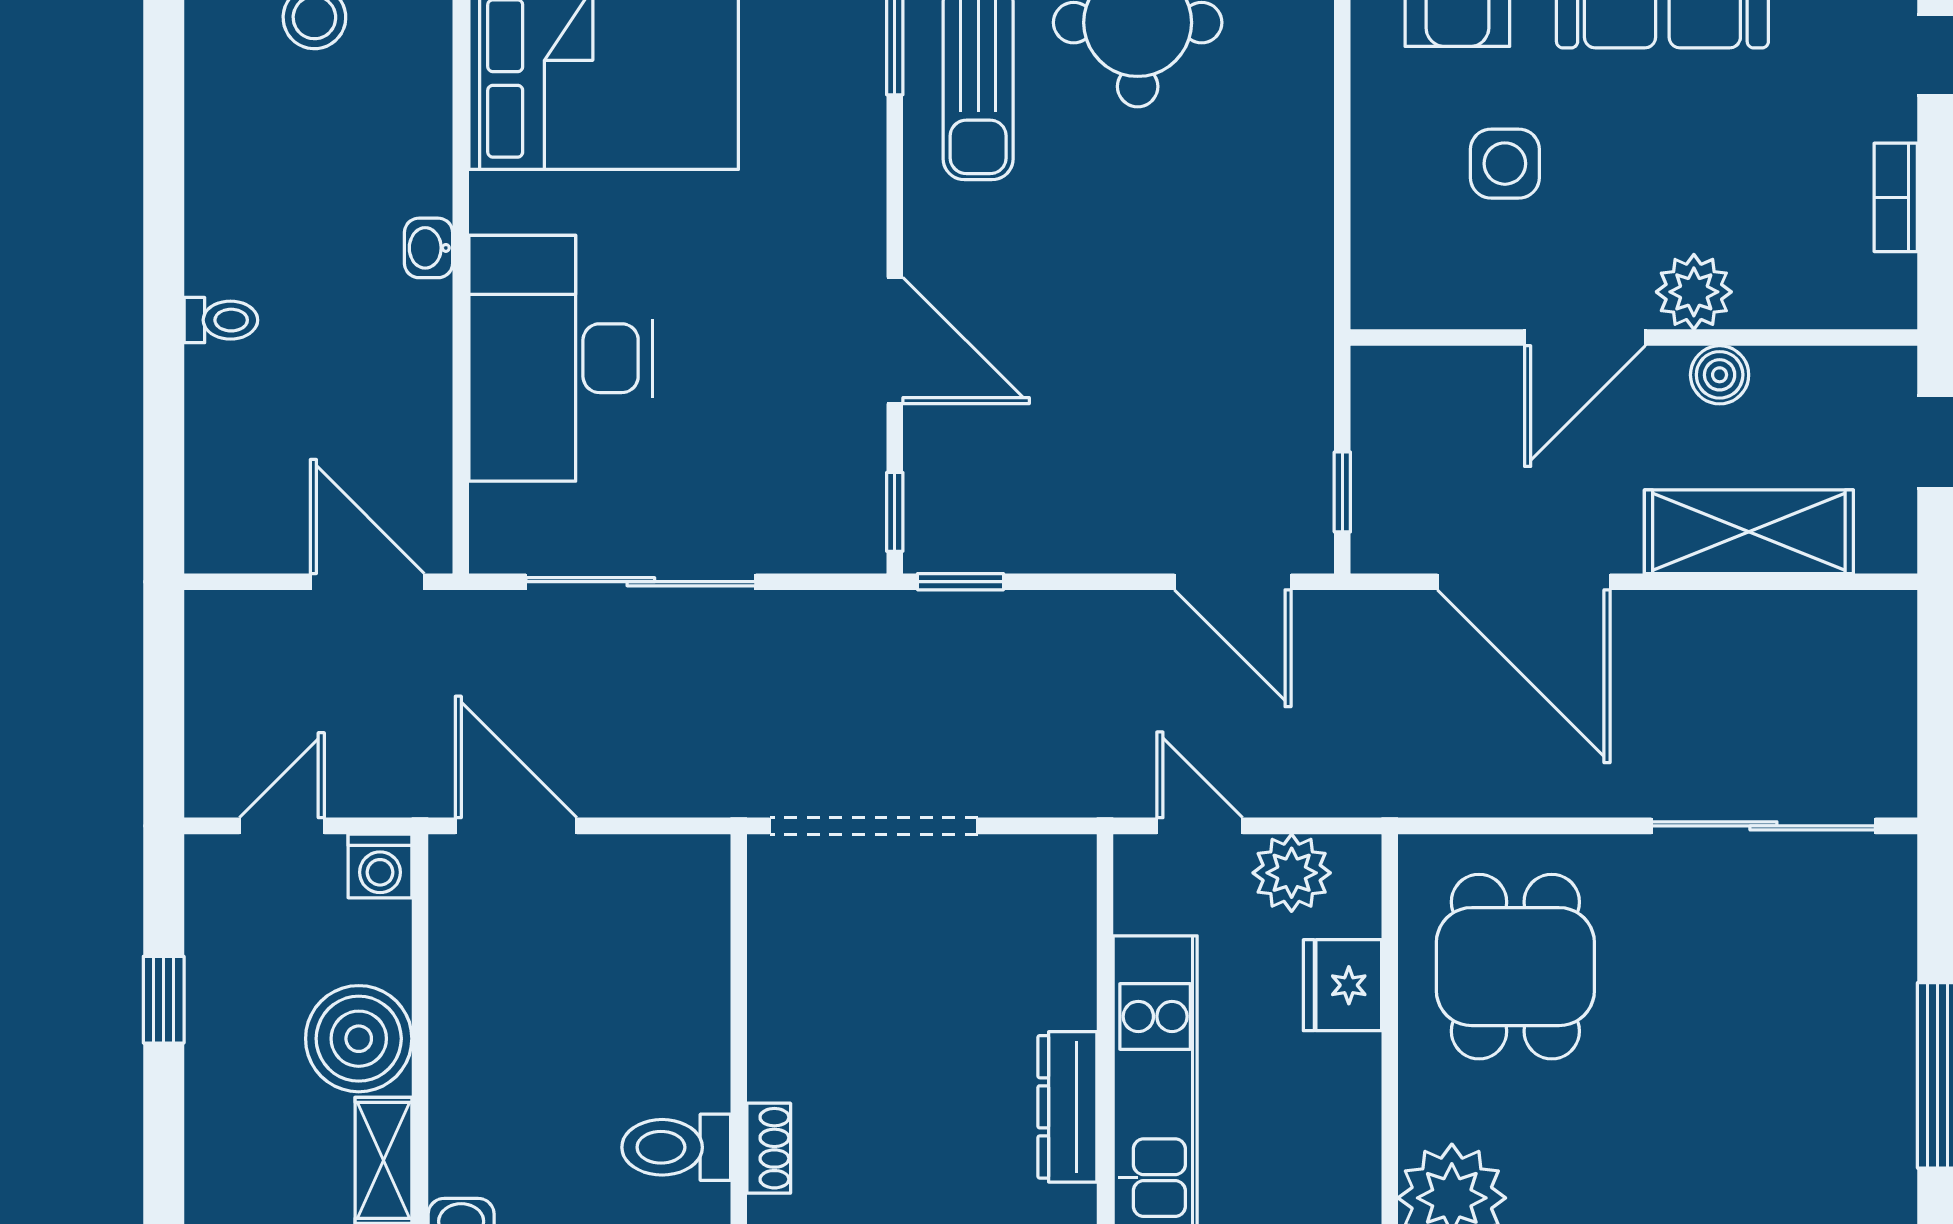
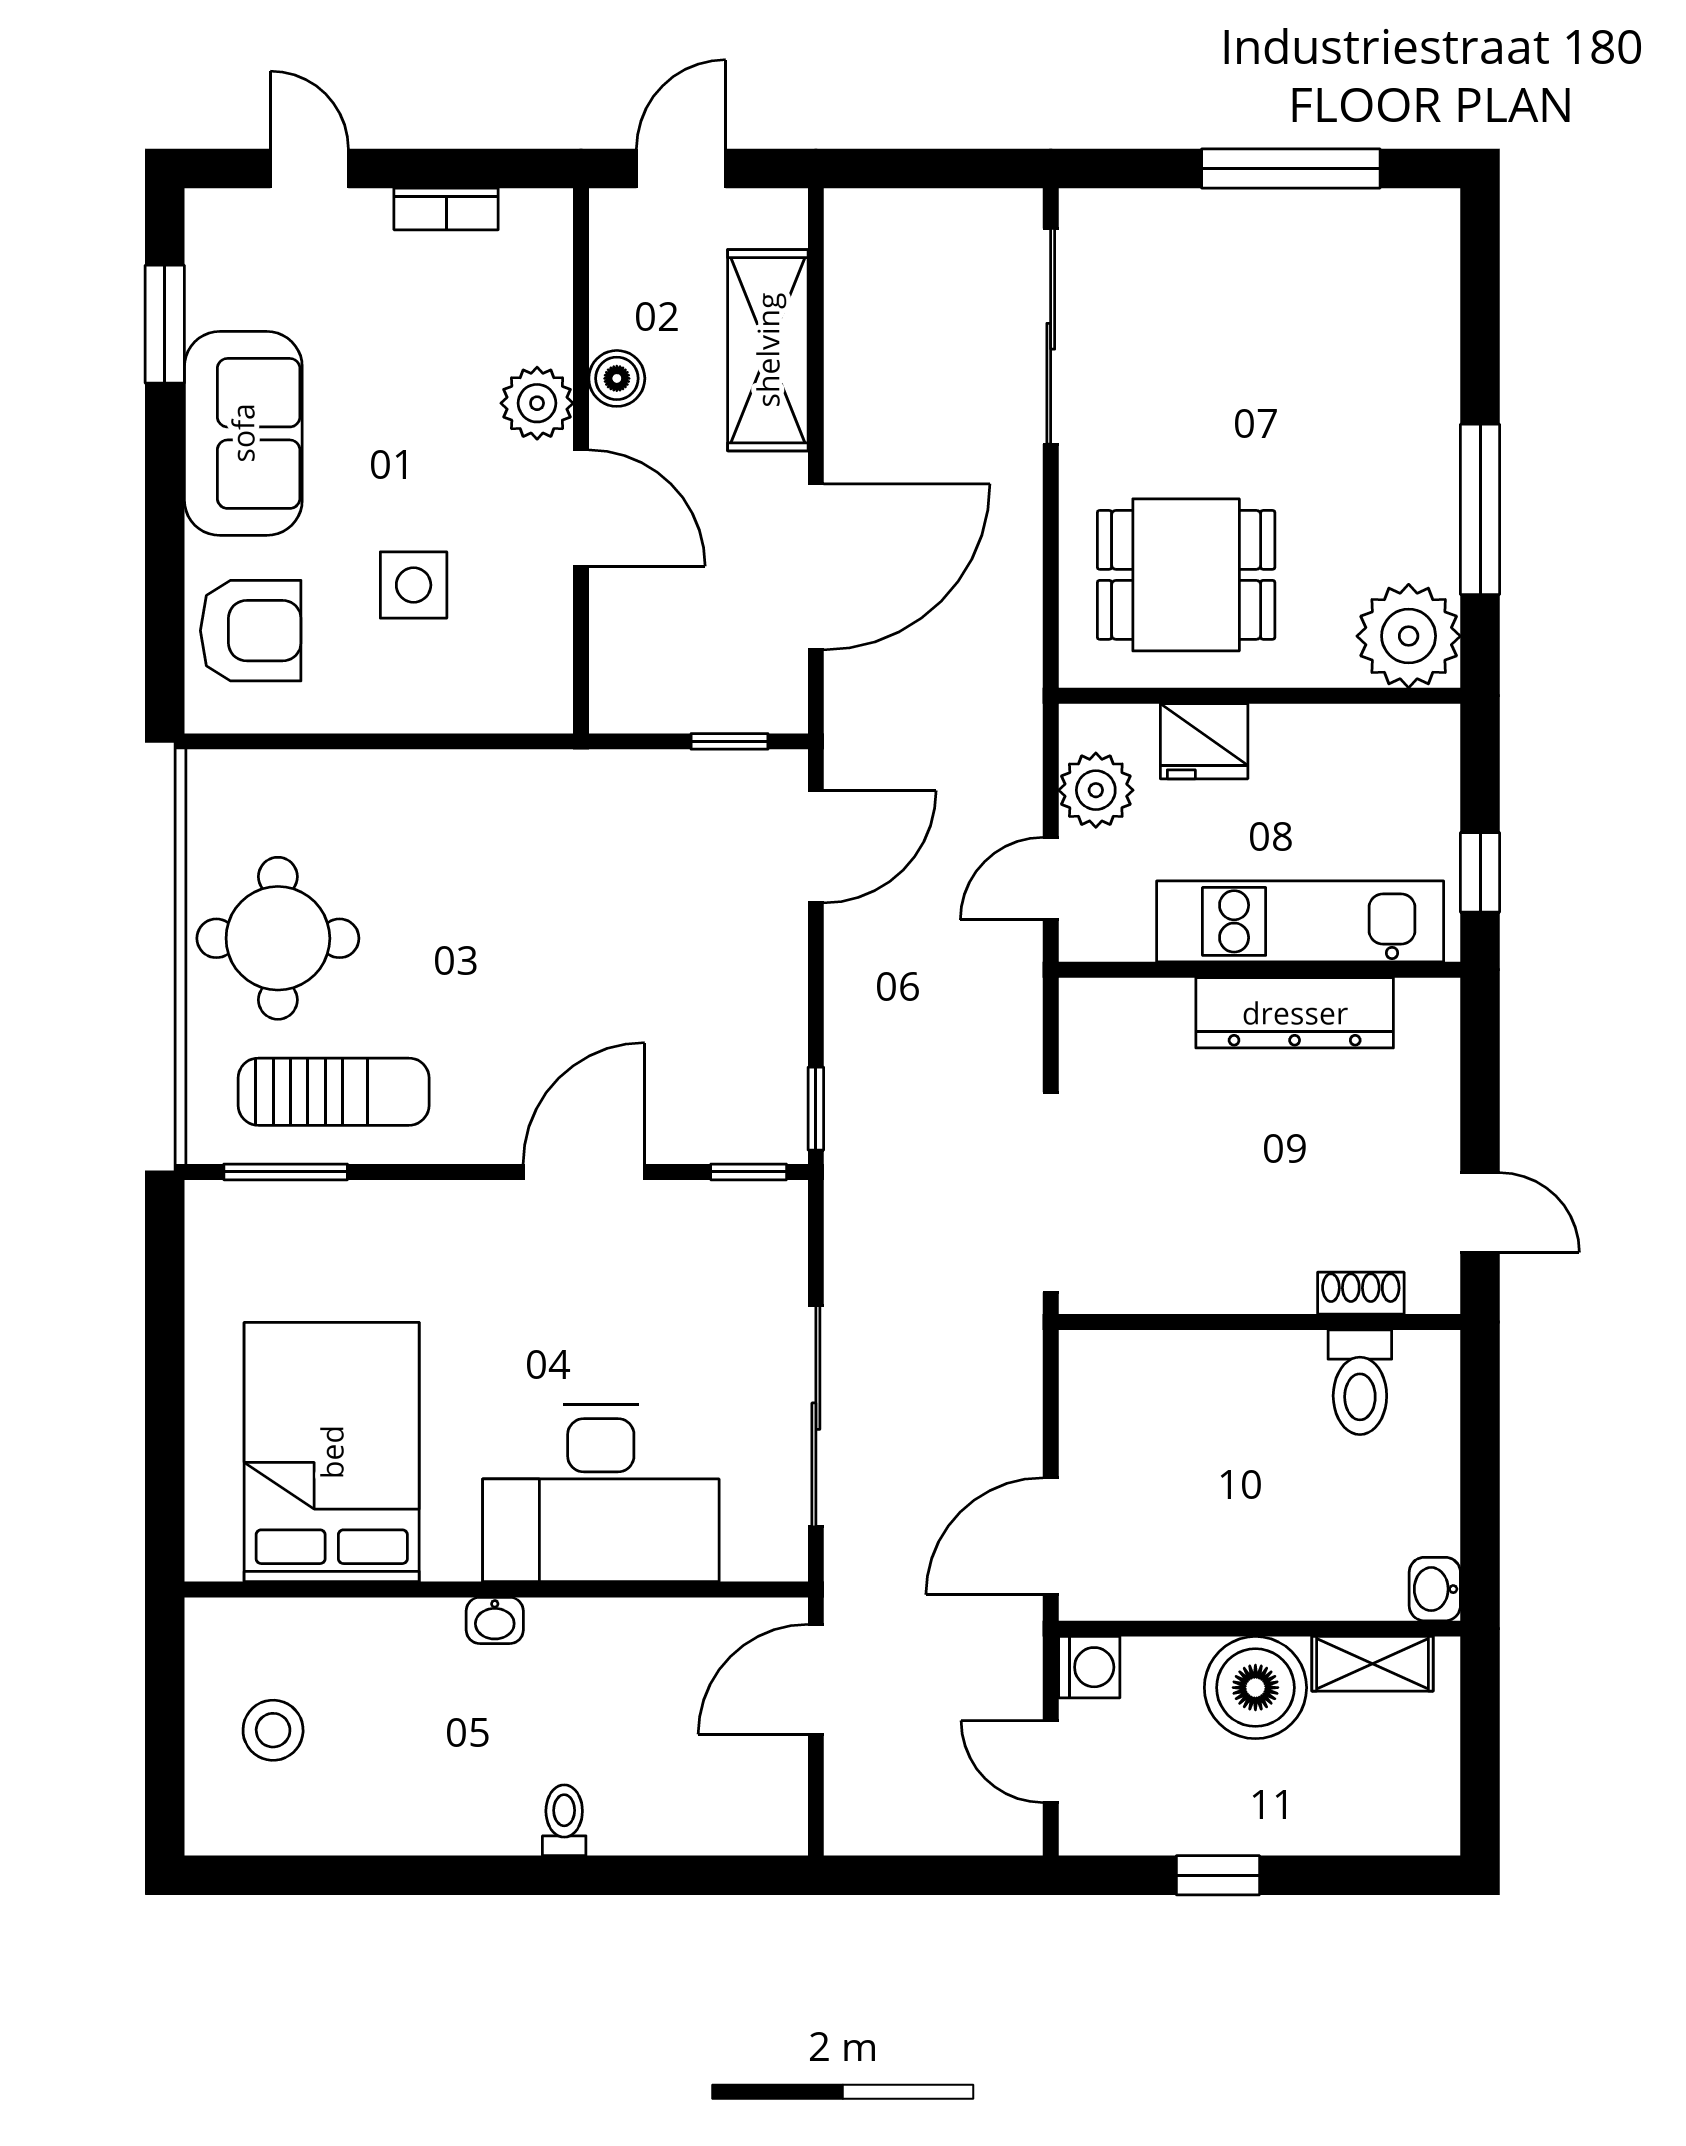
dresser: (1067, 1107) -> (1295, 1013), width x1.37, depth x1.24

